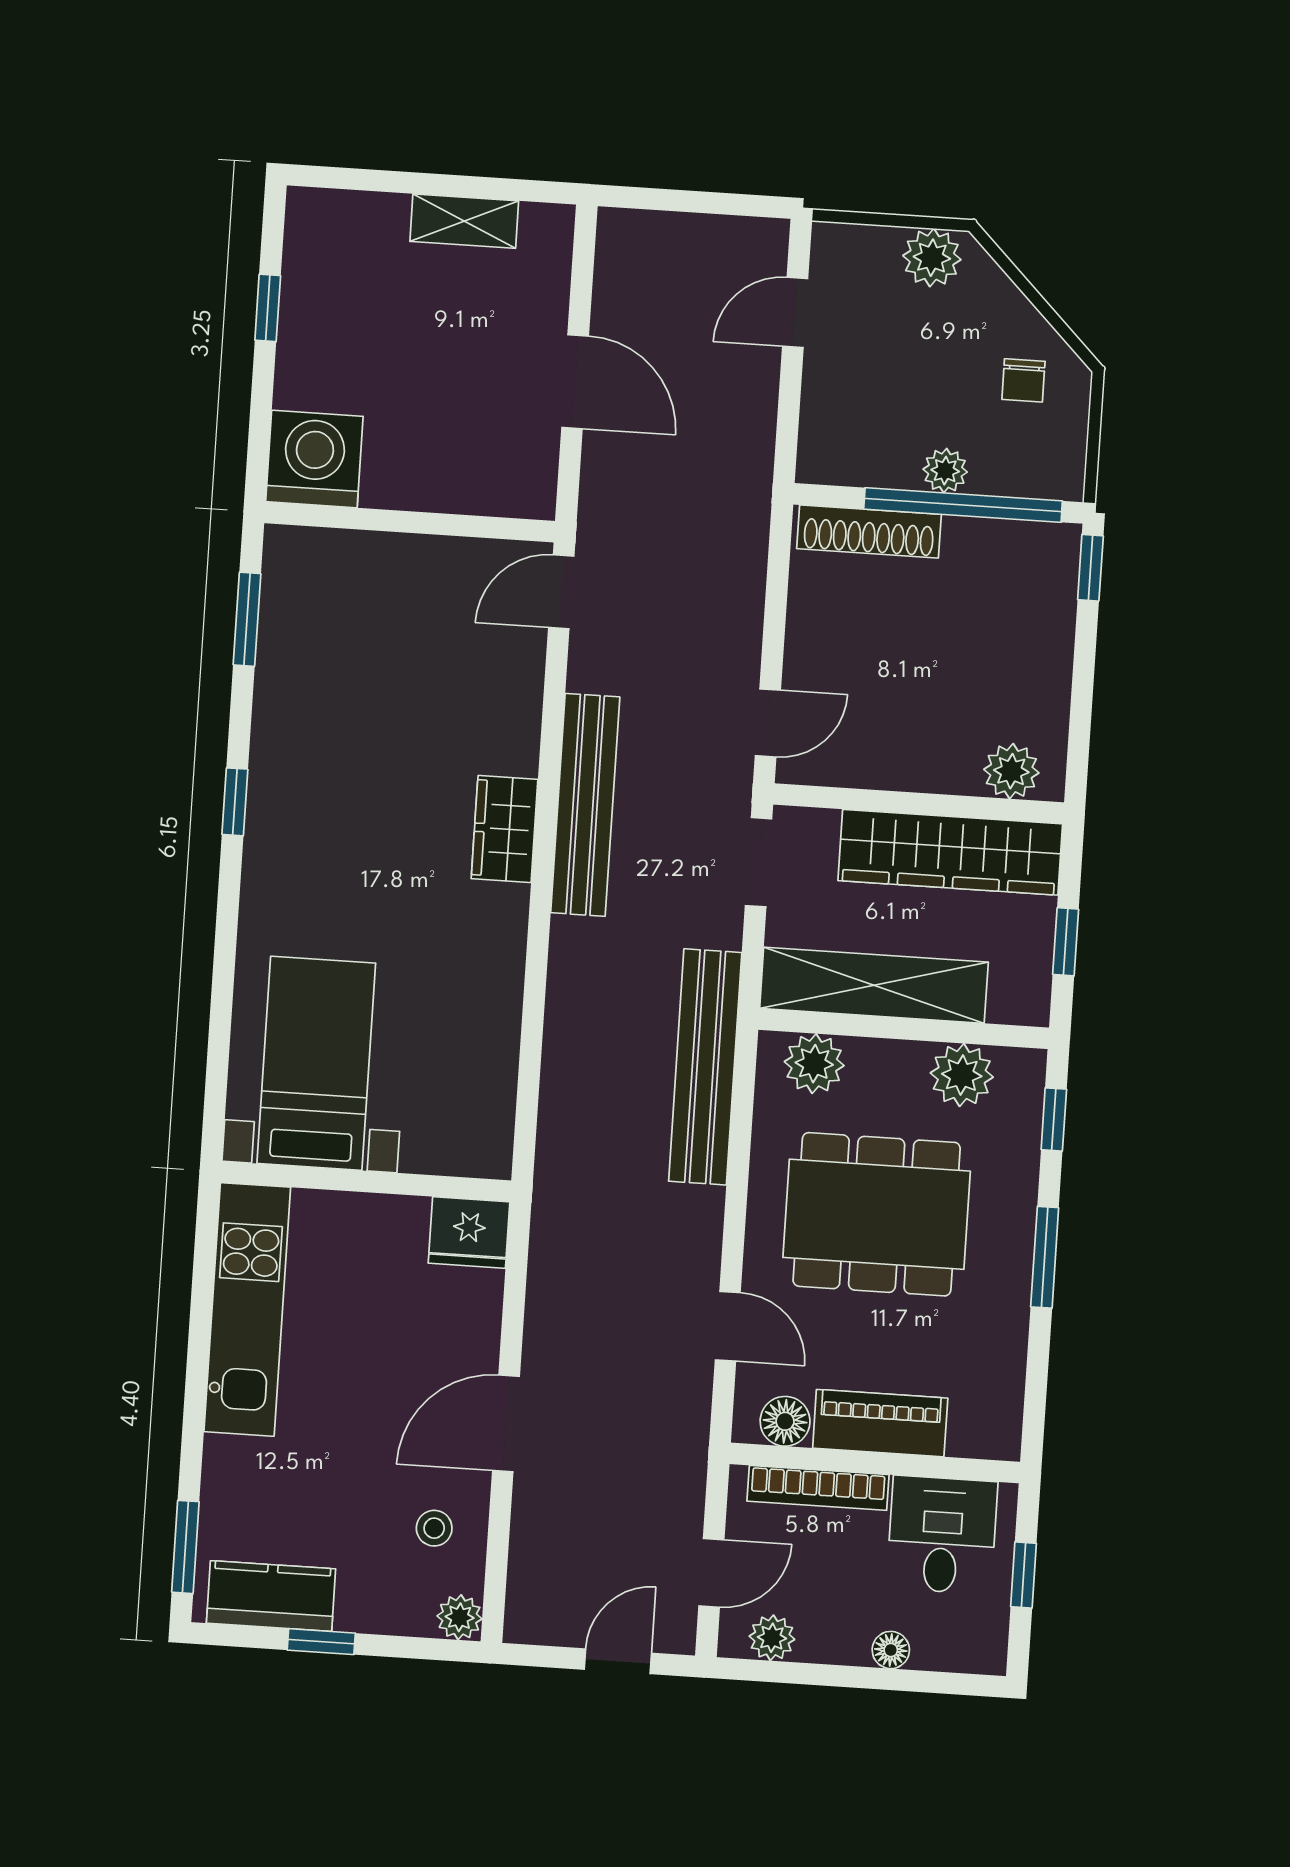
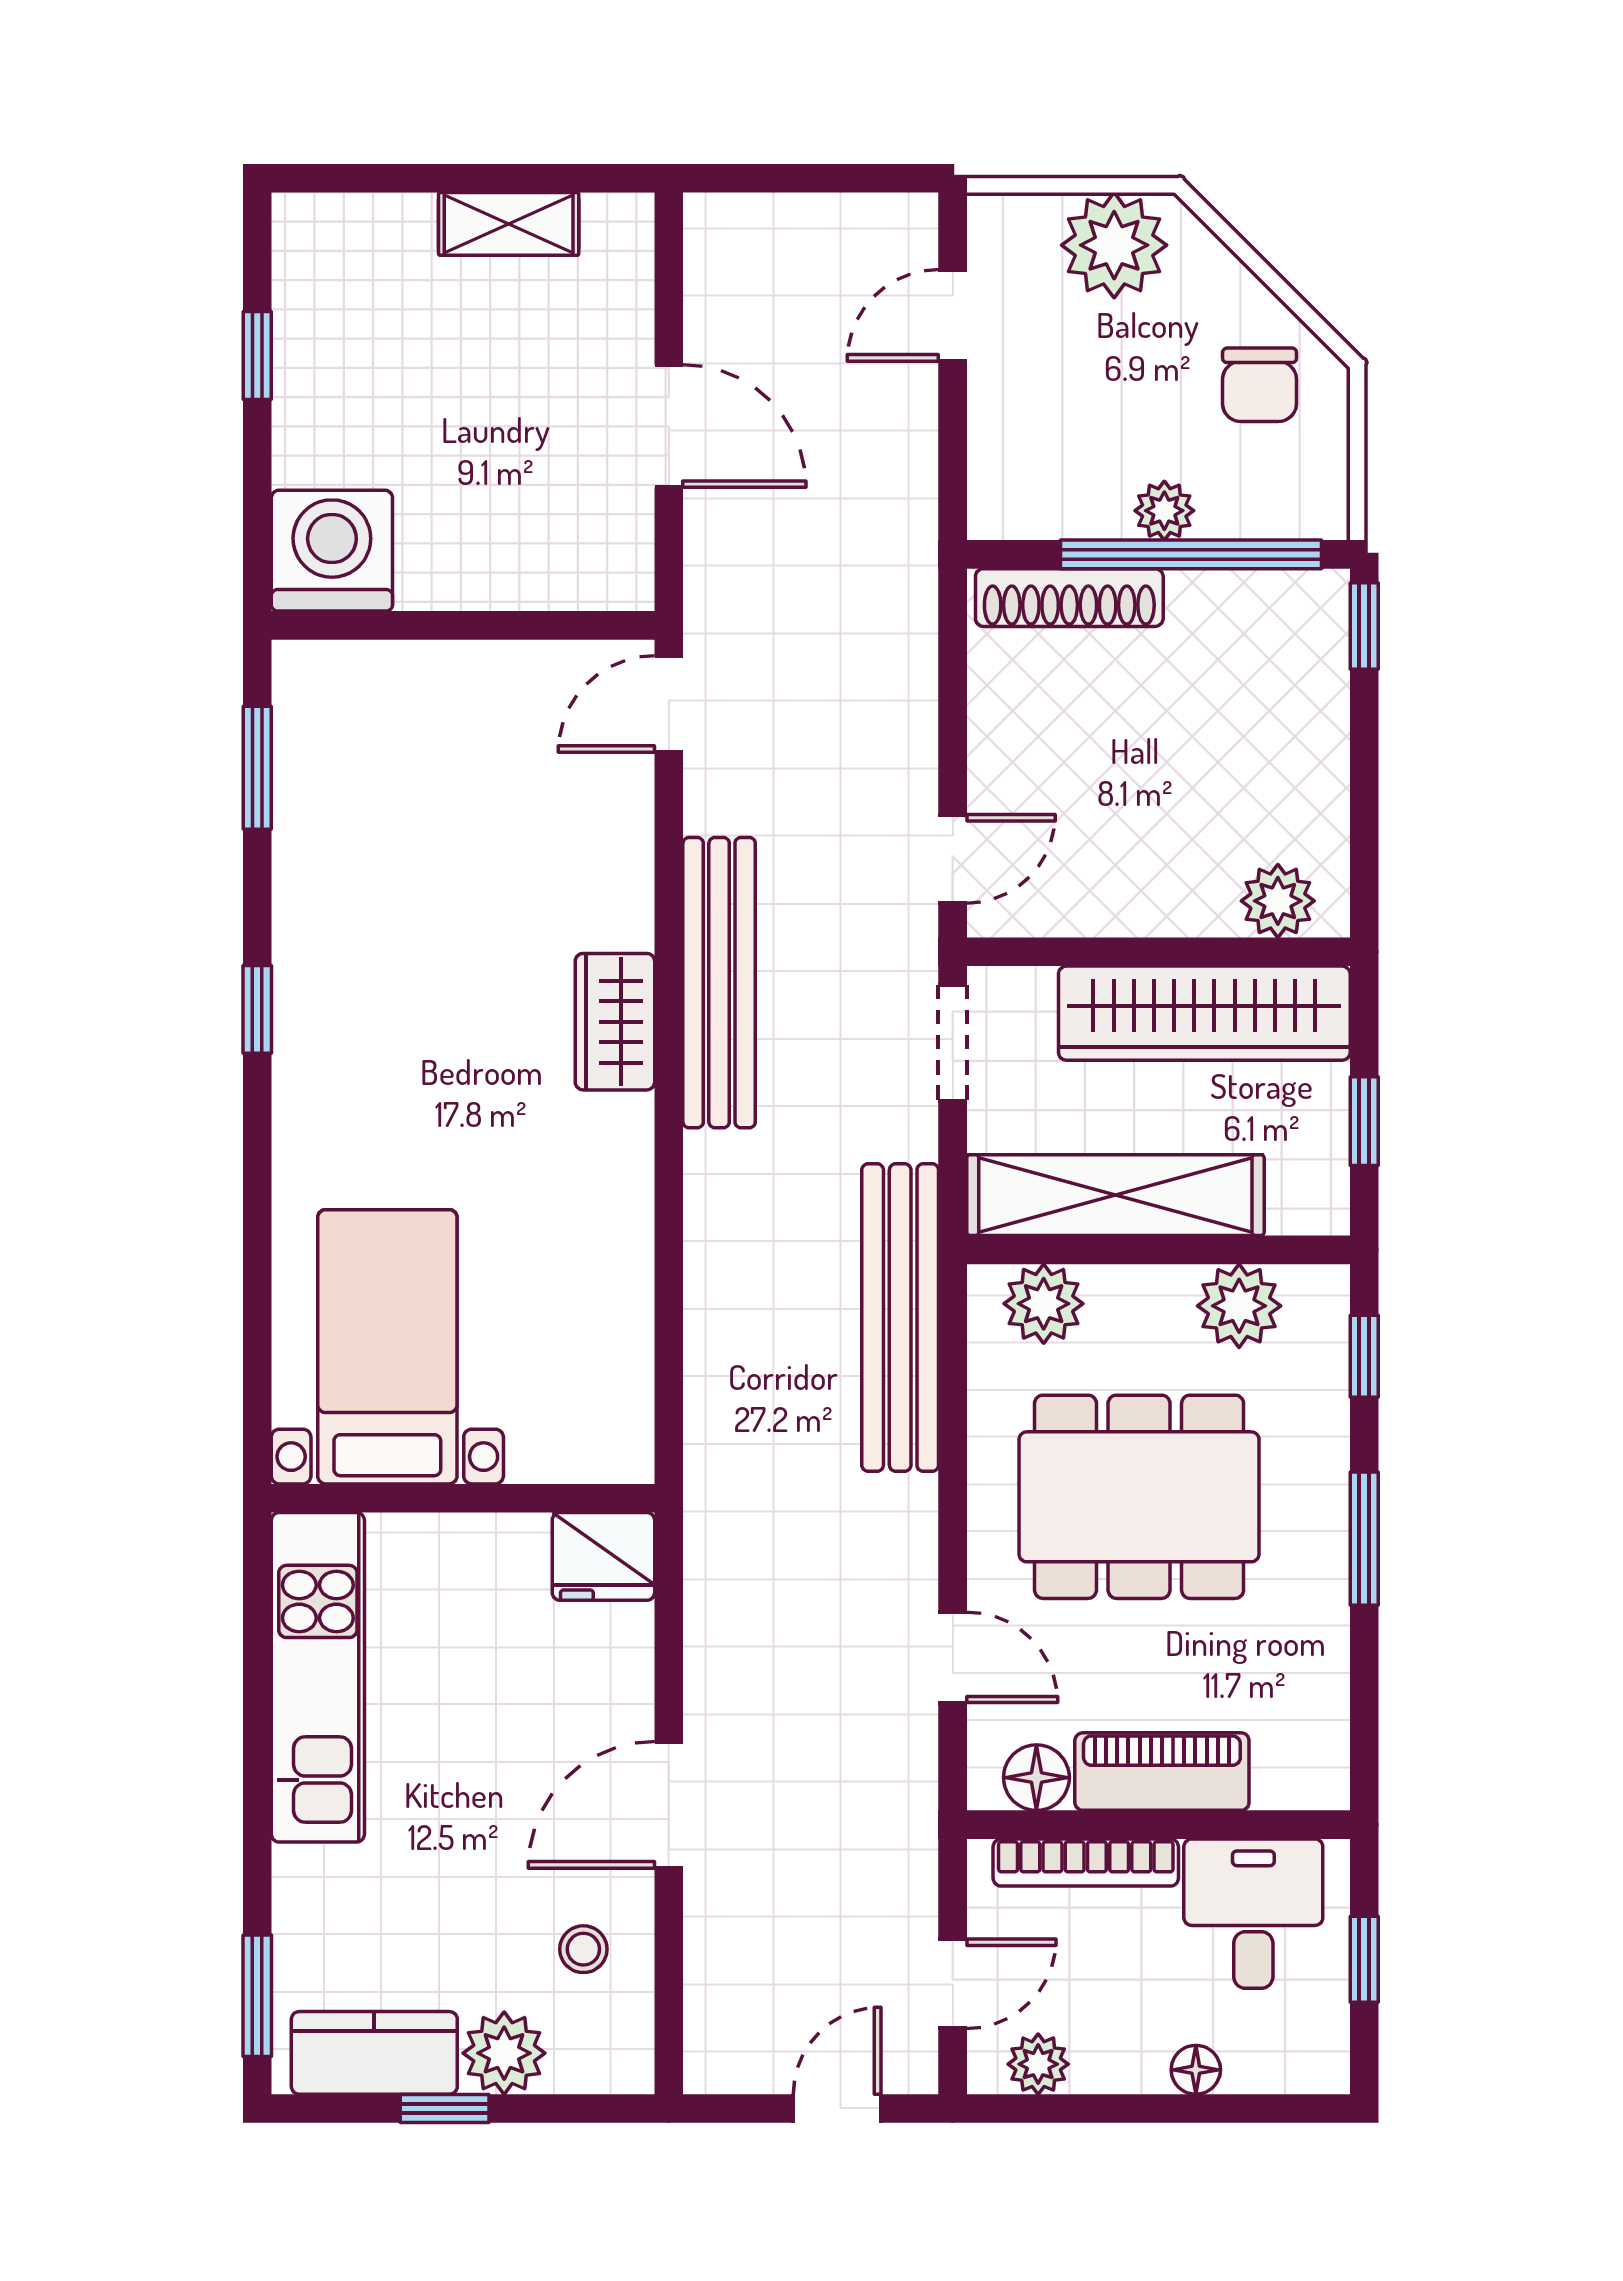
plant: (932, 258) -> (1114, 245), width x1.36, depth x1.36
chair: (1023, 380) -> (1260, 385), width x1.37, depth x1.37
plant: (460, 1617) -> (504, 2053), moved, width x1.38, depth x1.38

